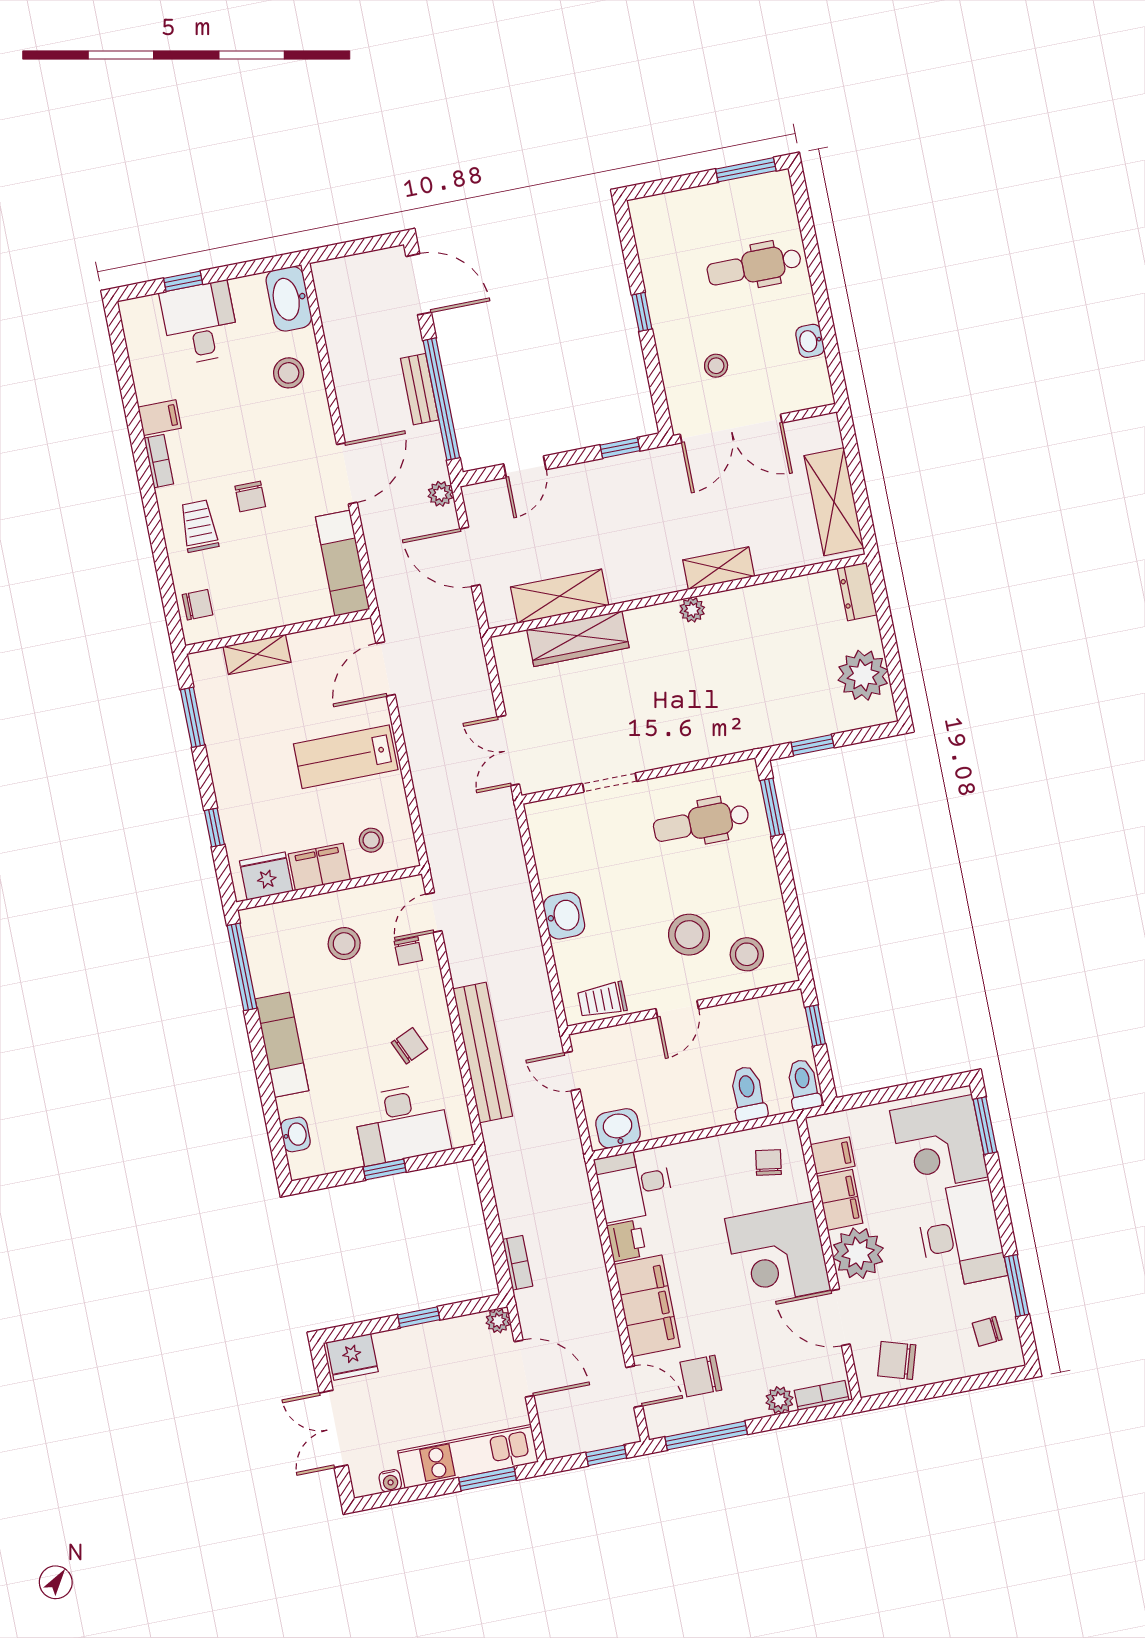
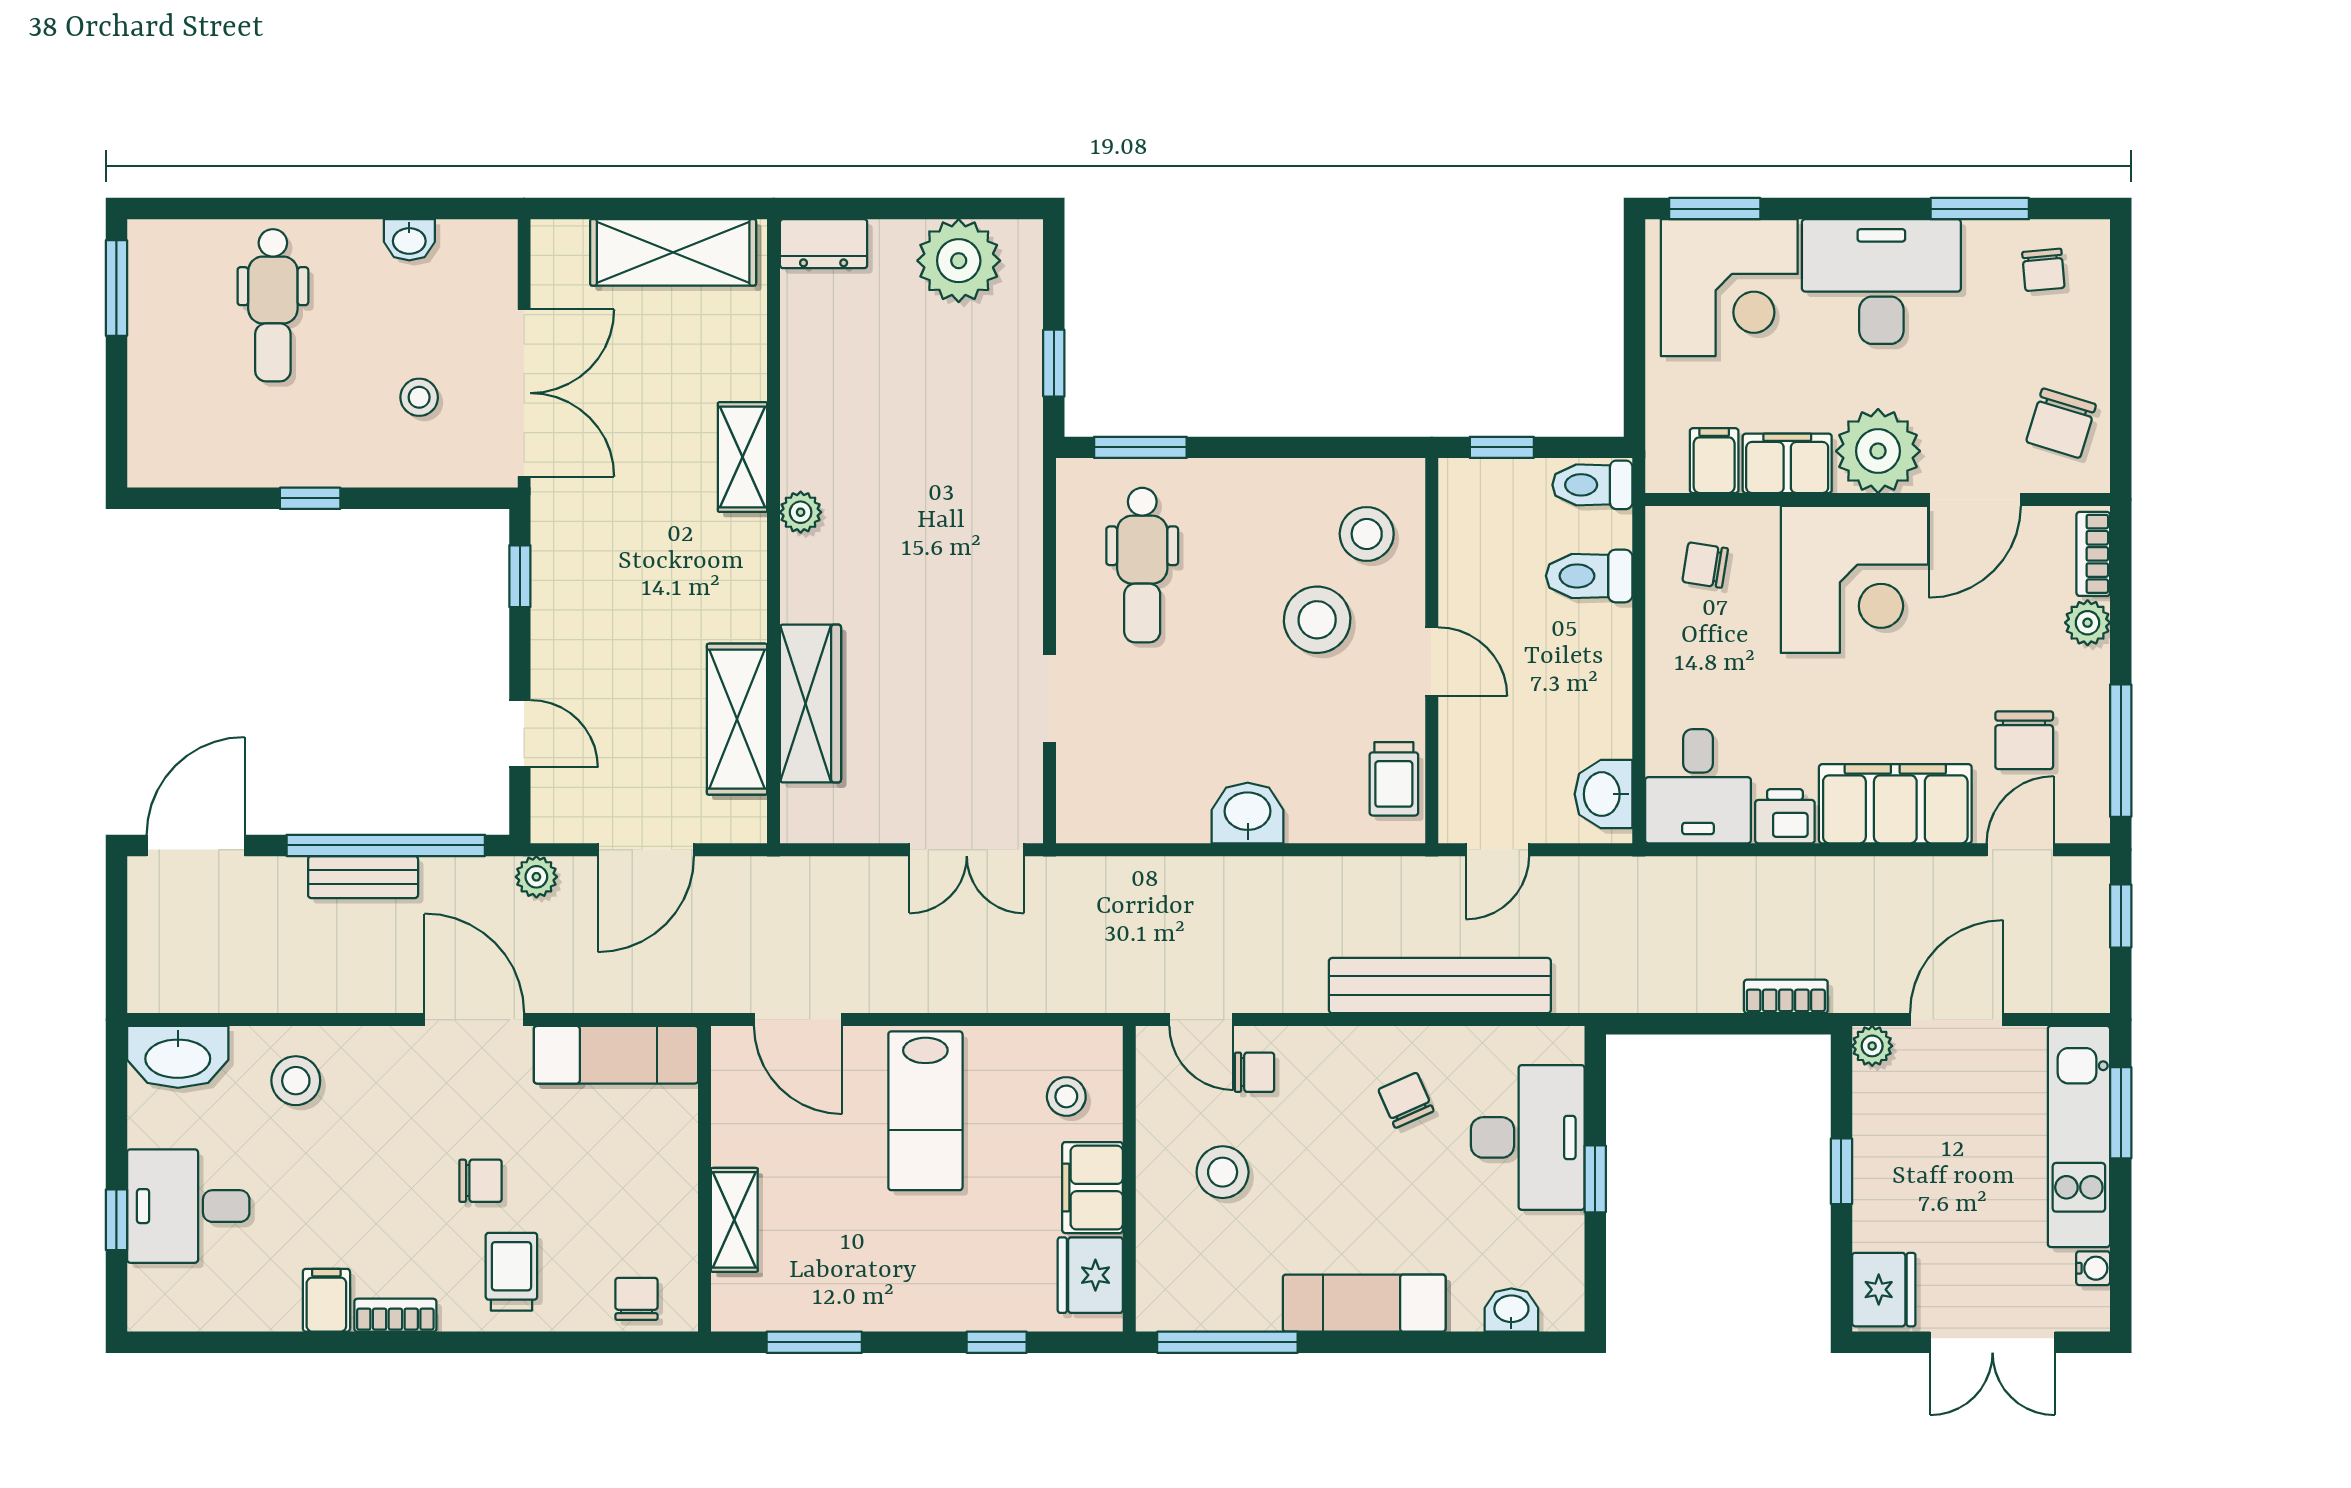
trolley: (199, 526) -> (511, 1272), turned 90

